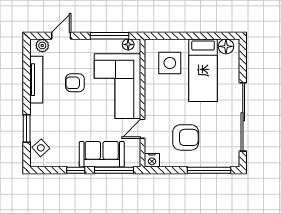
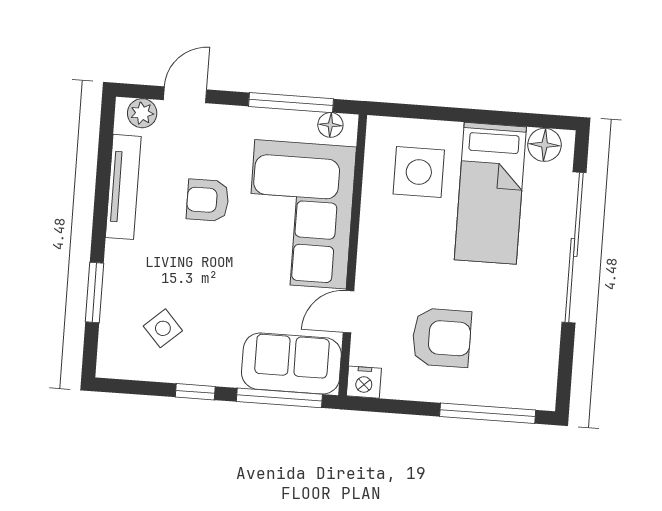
sliding door: (243, 117) -> (574, 247), moved
side table: (41, 148) -> (163, 328), moved
sofa: (102, 154) -> (291, 364), moved

